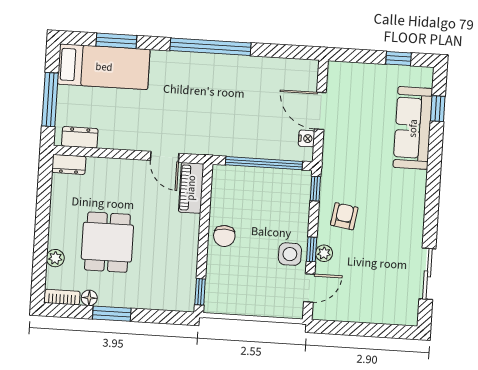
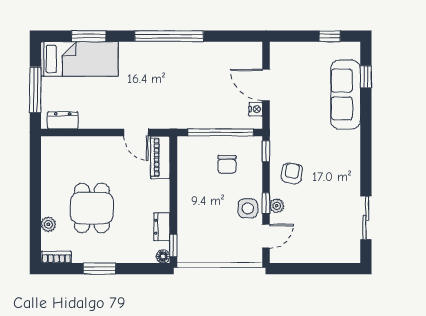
dresser: (69, 164) -> (162, 227), moved, turned 90
chair: (224, 236) -> (227, 164), moved
floor lamp: (89, 298) -> (163, 256), moved

